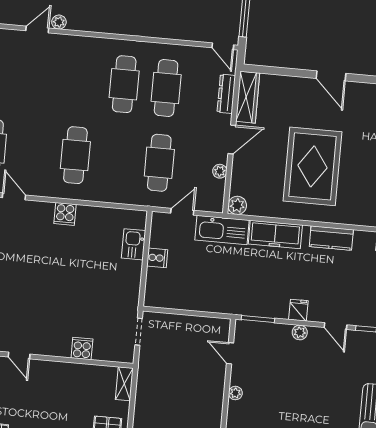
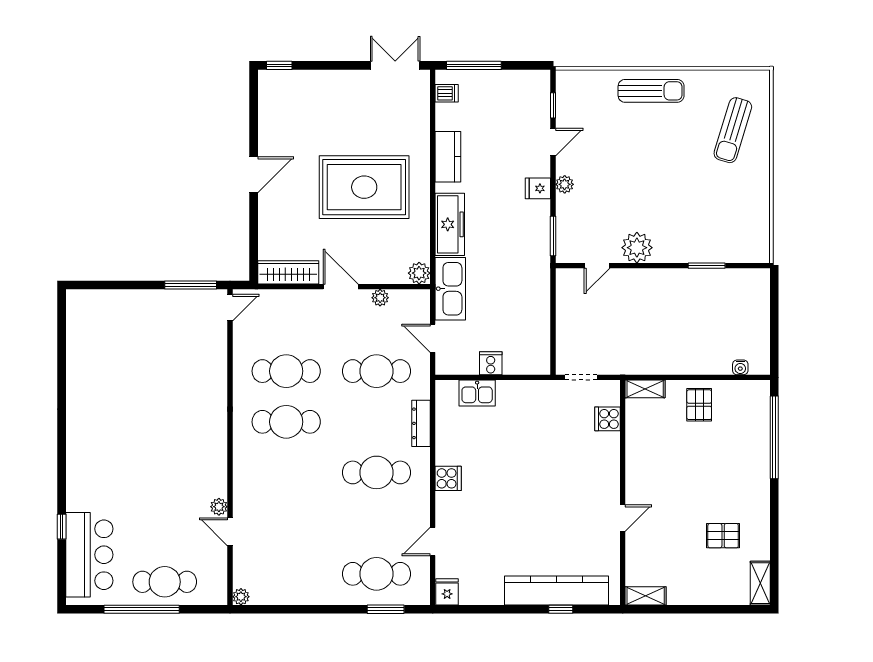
dresser: (226, 94) -> (421, 423), moved, turned 90
cooker: (82, 348) -> (607, 419), moved
plant: (235, 393) -> (637, 248), width x1.88, depth x1.88

